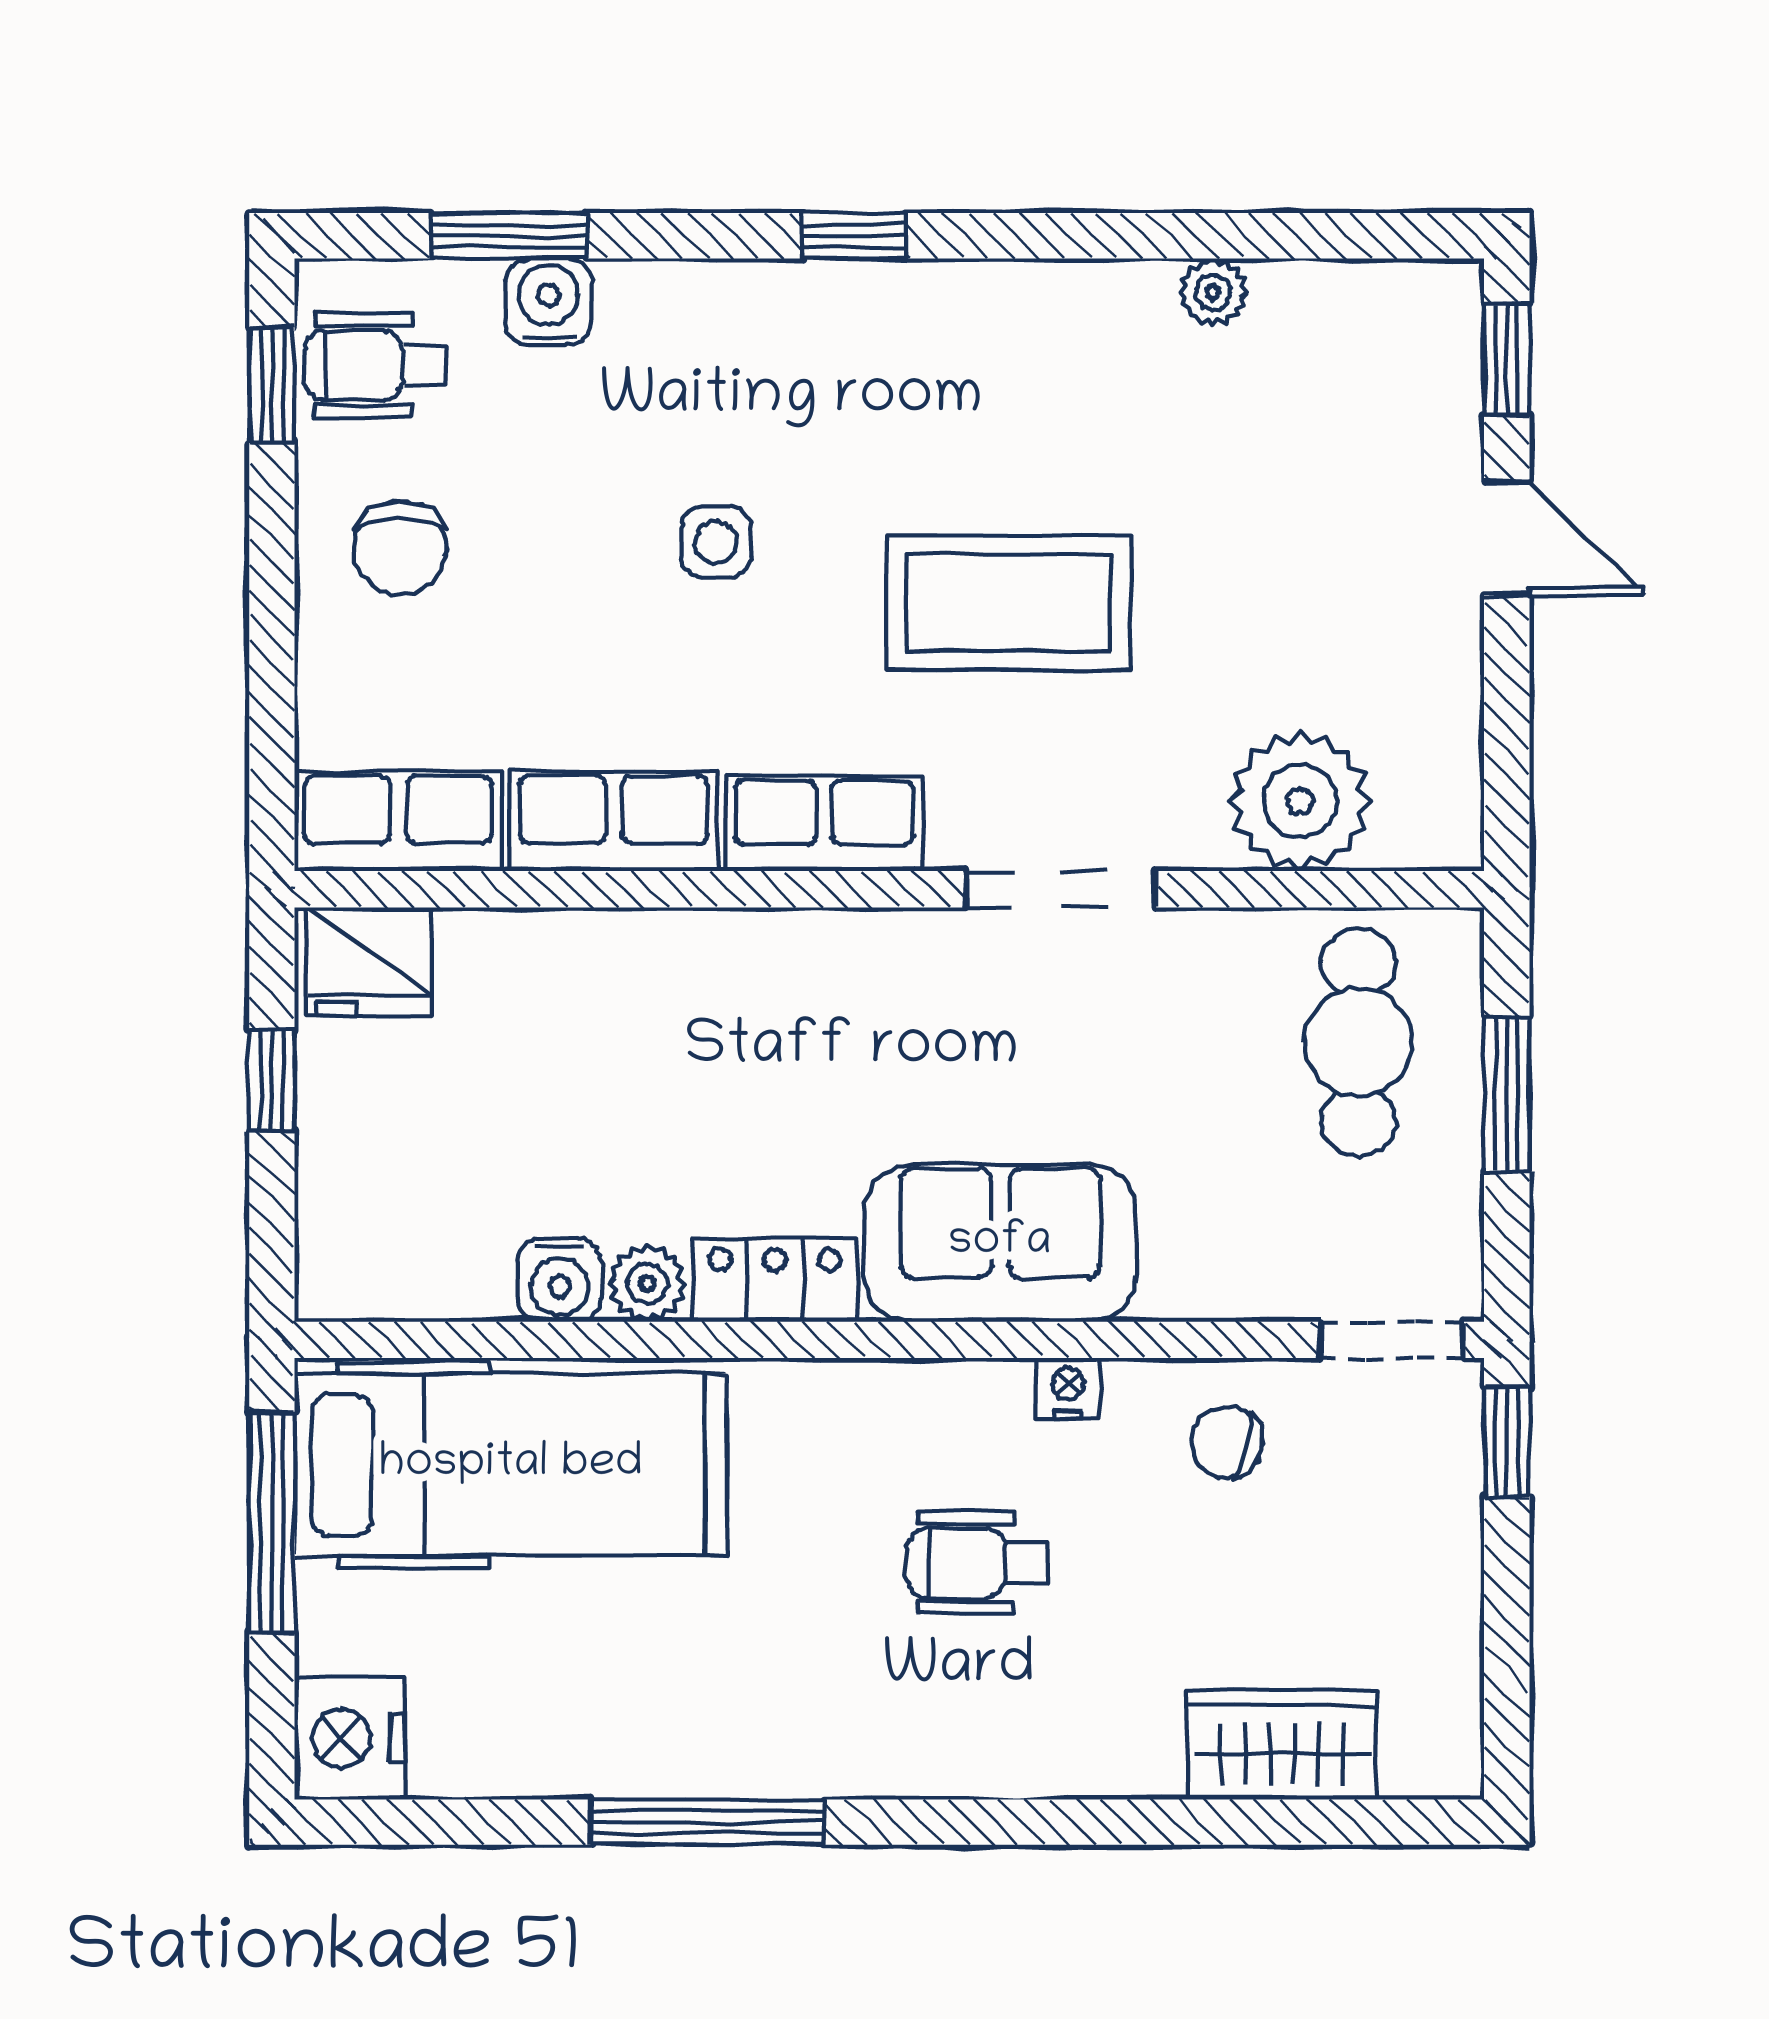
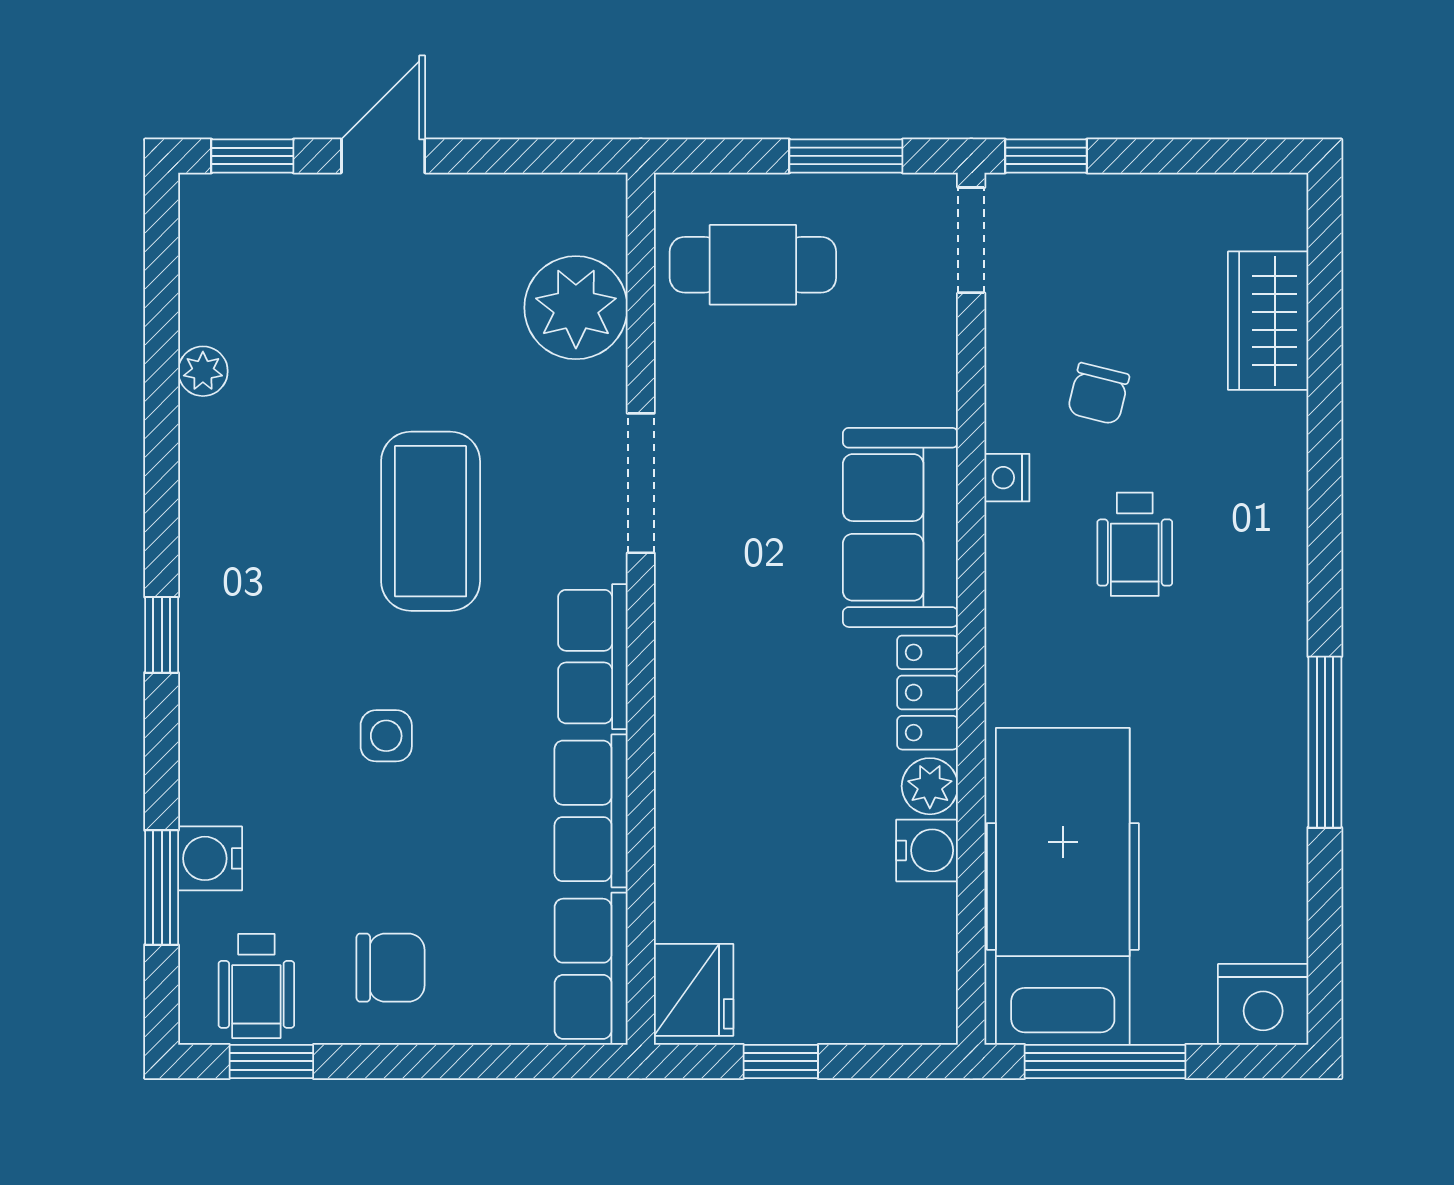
window: (1507, 1094) -> (846, 156), moved
chair: (1227, 1442) -> (1098, 394), moved

